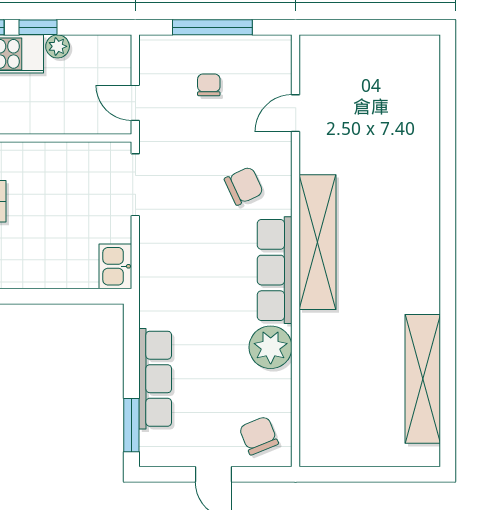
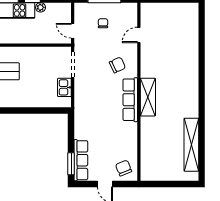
shelving: (317, 242) -> (148, 97), width x0.68
kitchen sink: (115, 266) -> (64, 87), moved
plant: (271, 347) -> (128, 132), removed
row of seats: (155, 379) -> (81, 160), moved

